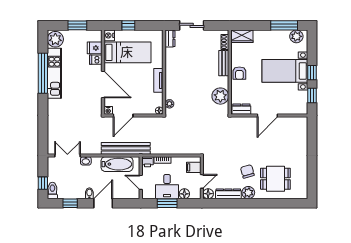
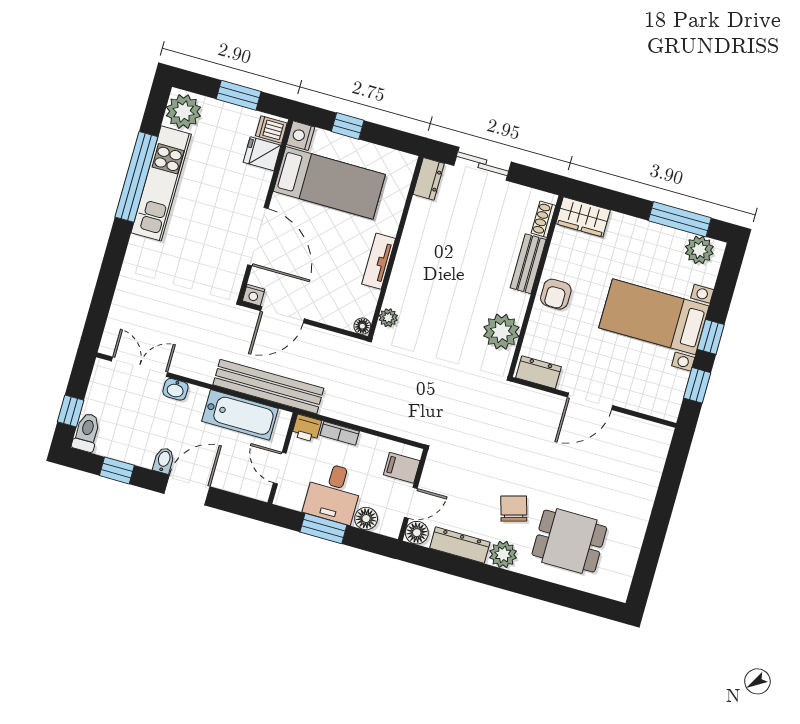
dishwasher: (96, 60) -> (271, 129), moved

